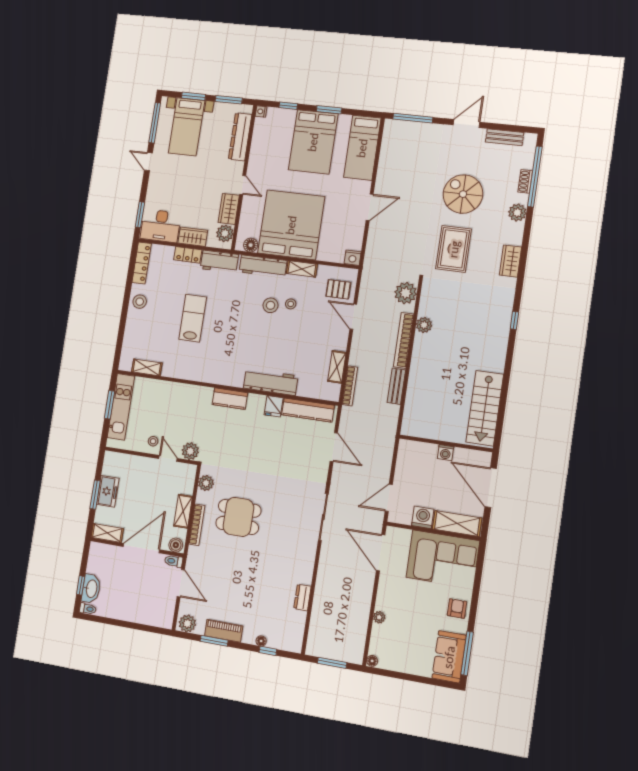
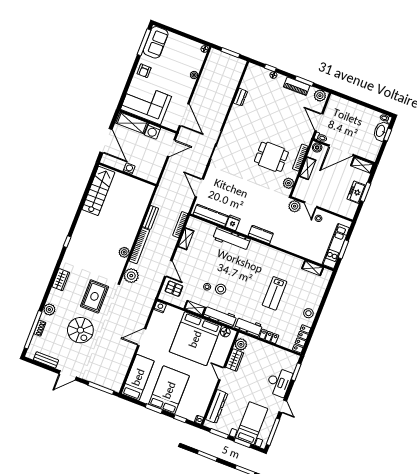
desk: (161, 226) -> (279, 382), moved, turned 90
wardrobe: (193, 237) -> (263, 348), removed

